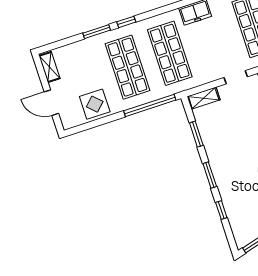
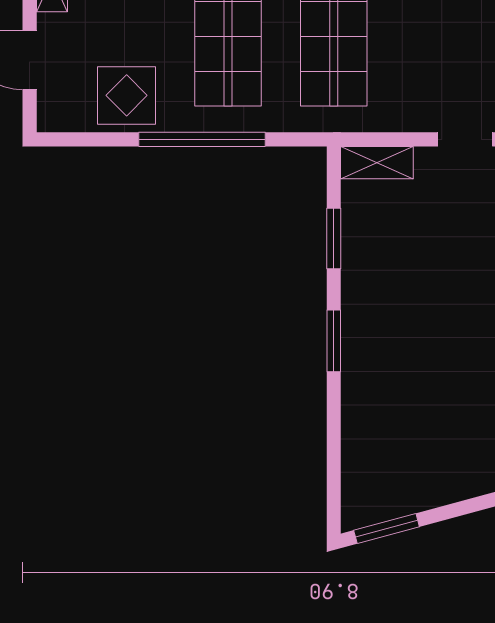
window: (150, 105) -> (202, 139), moved
window: (221, 210) -> (334, 429), removed

